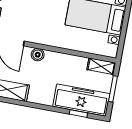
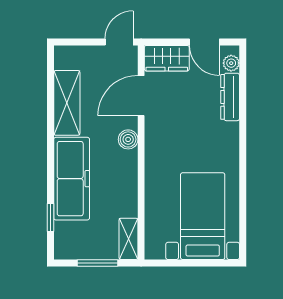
freezer: (81, 100) -> (72, 179), moved

